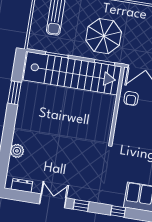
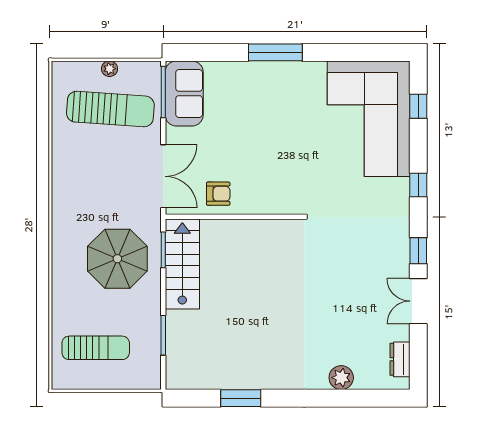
stairs: (72, 73) -> (182, 264), width x0.54, depth x0.66

